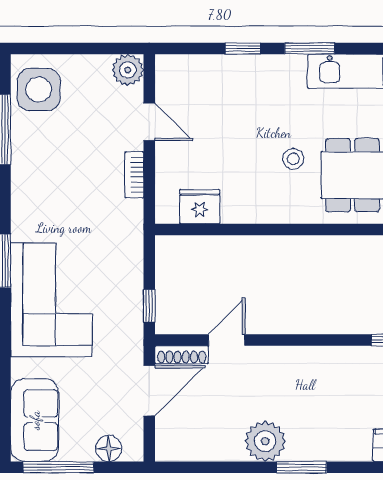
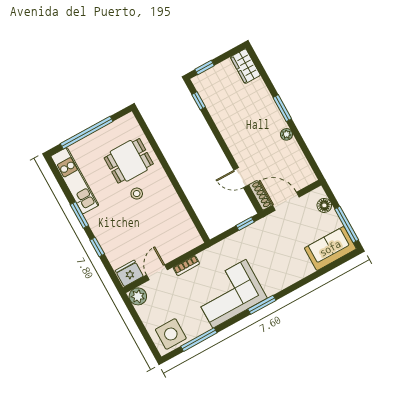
fridge: (200, 207) -> (129, 273), moved, turned 90
corner sofa: (51, 300) -> (229, 294), moved
plant: (265, 441) -> (286, 134), width x0.53, depth x0.53

